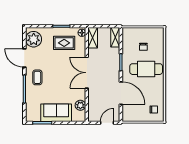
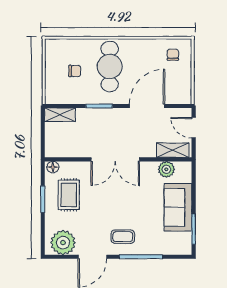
shelving: (93, 38) -> (173, 150), moved

